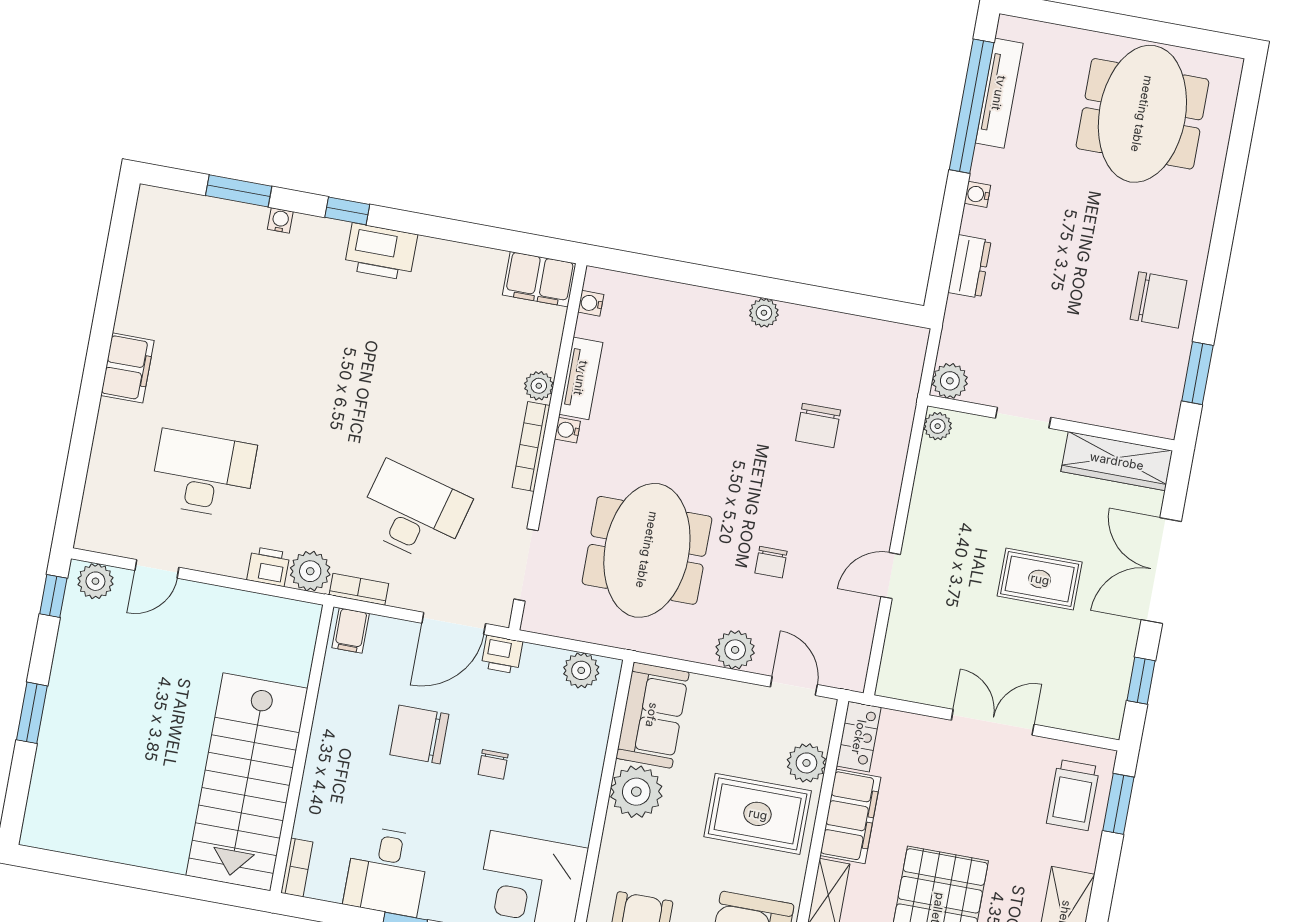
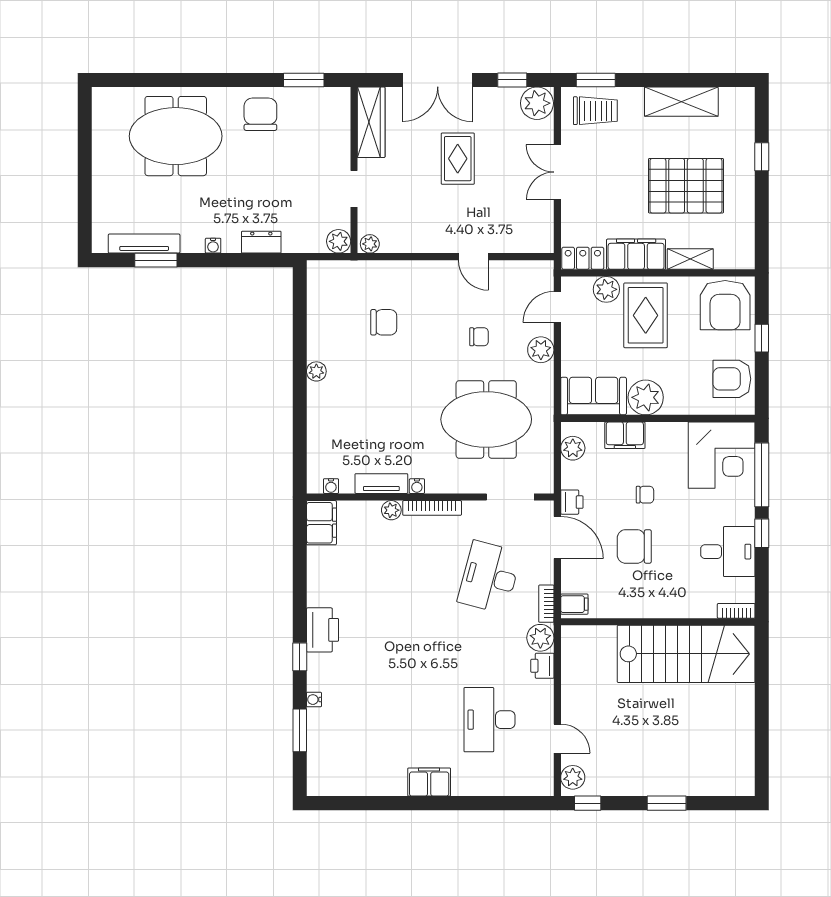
window: (972, 106) -> (156, 260), width x0.47
meeting table: (1142, 114) -> (176, 136), moved
plant: (1100, 711) -> (537, 103), added
chair: (419, 734) -> (634, 546), turned 90
filing cabinet: (586, 751) -> (625, 435), added

